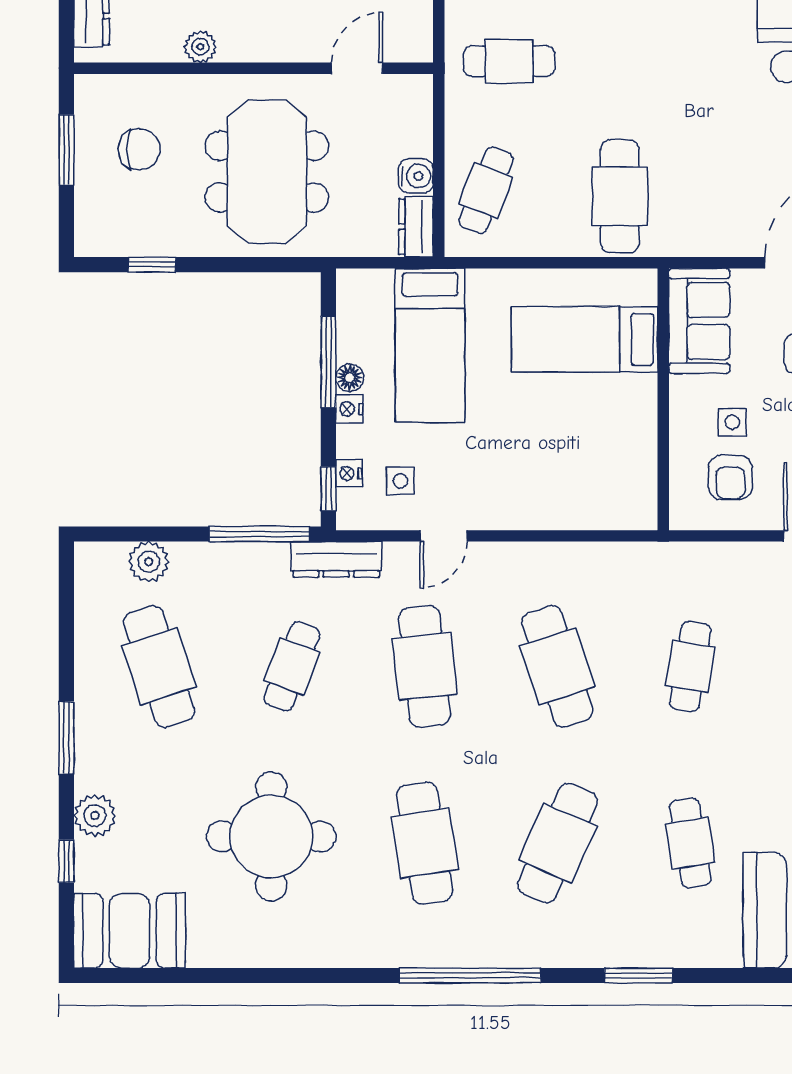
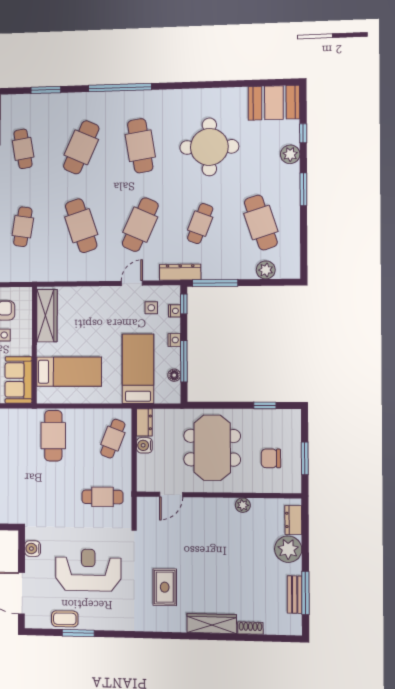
floor lamp: (350, 378) -> (174, 375), moved
wardrobe: (635, 465) -> (47, 316), added
cafe table: (425, 666) -> (140, 225), turned 30

